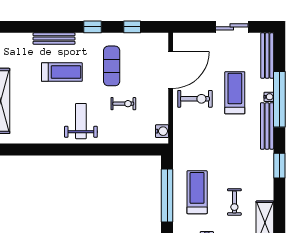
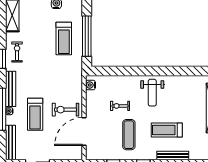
exercise bike: (234, 202) -> (17, 52), moved

